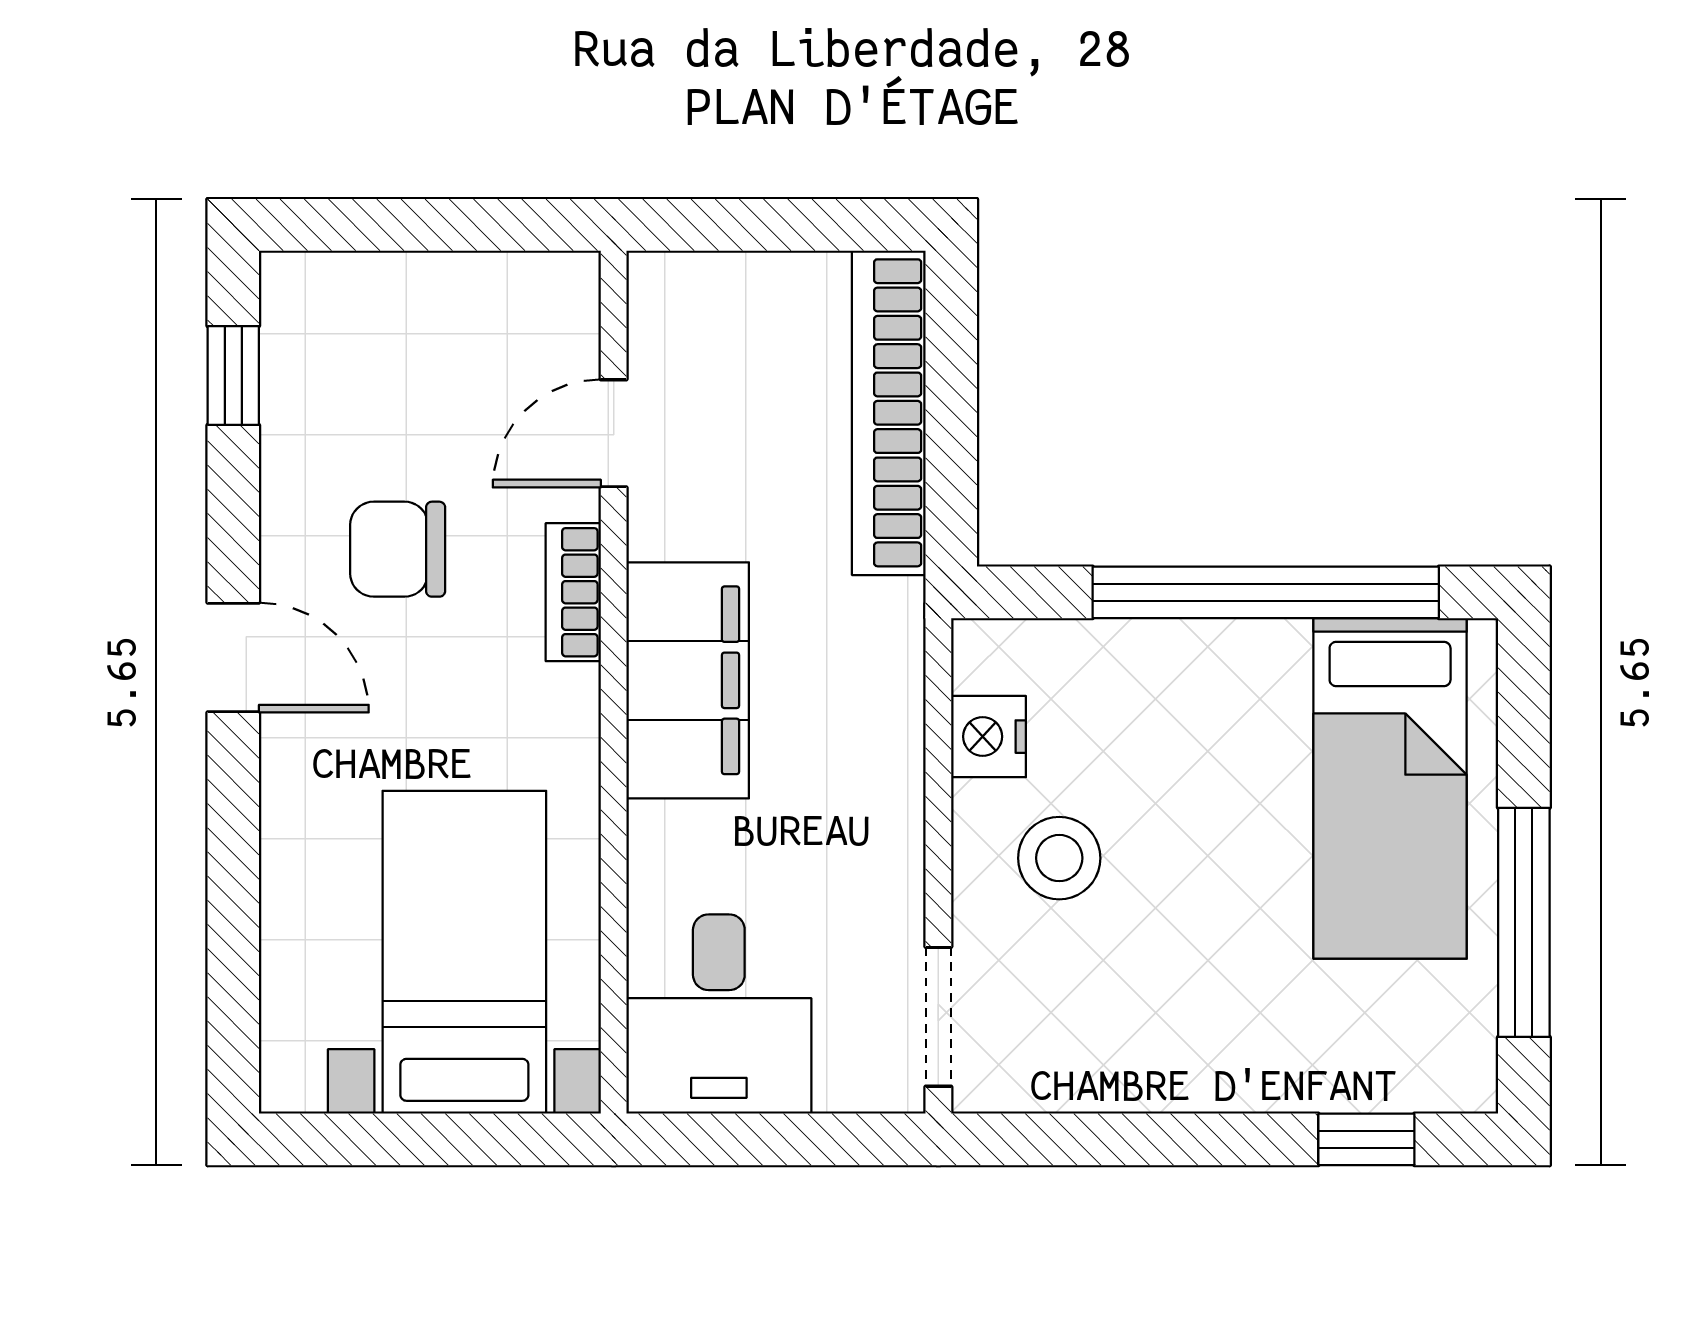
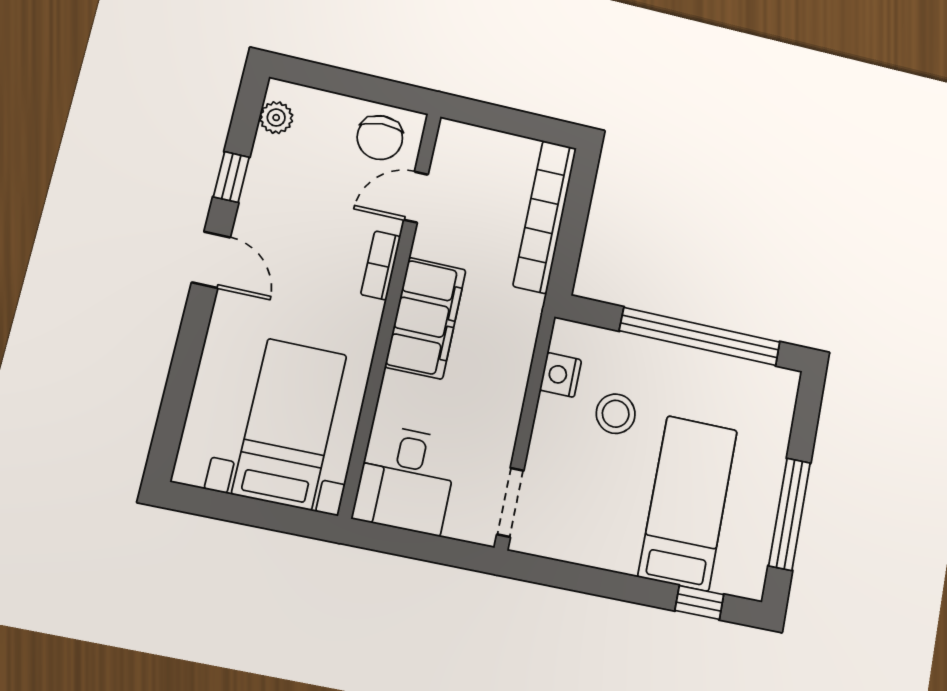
plant: (294, 334) -> (276, 118), added
window: (233, 376) -> (231, 177), moved
chair: (398, 549) -> (380, 138), moved, turned -93
bed: (1390, 788) -> (688, 503), moved, turned 180
stool: (1059, 858) -> (616, 414), moved

